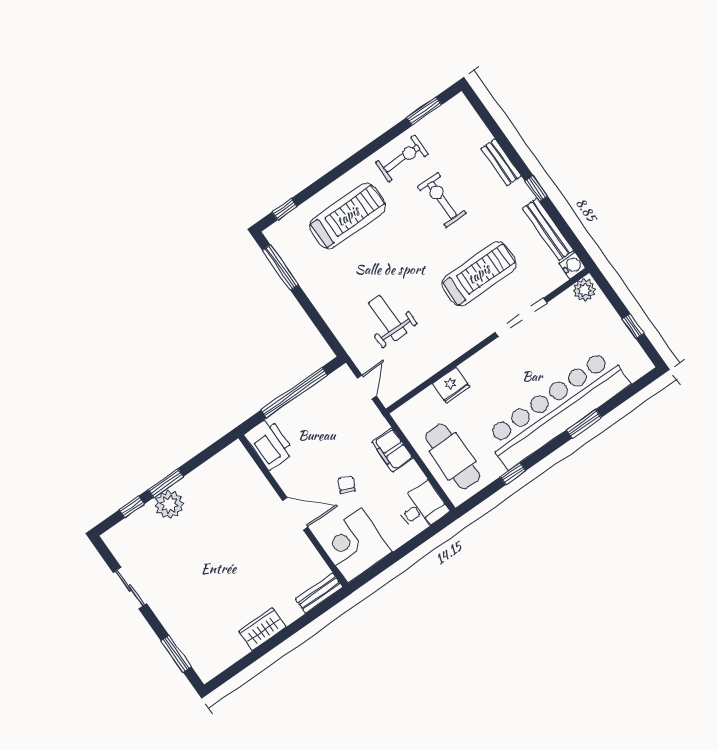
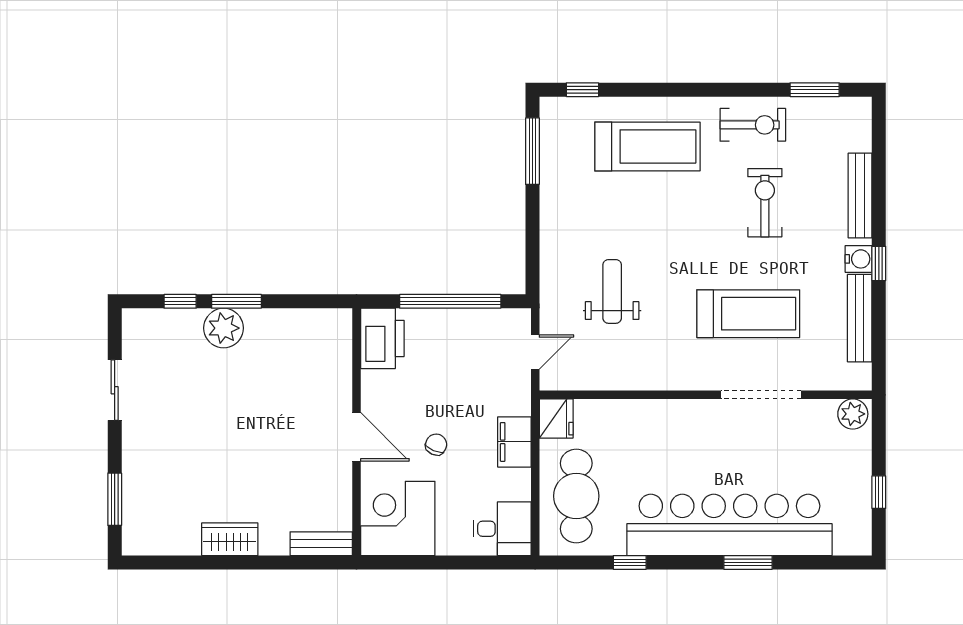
bench: (501, 162) -> (860, 196), width x1.36
water cooler: (572, 266) -> (859, 259), moved
fridge: (451, 385) -> (556, 418), moved, turned -90

